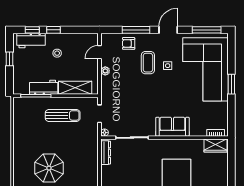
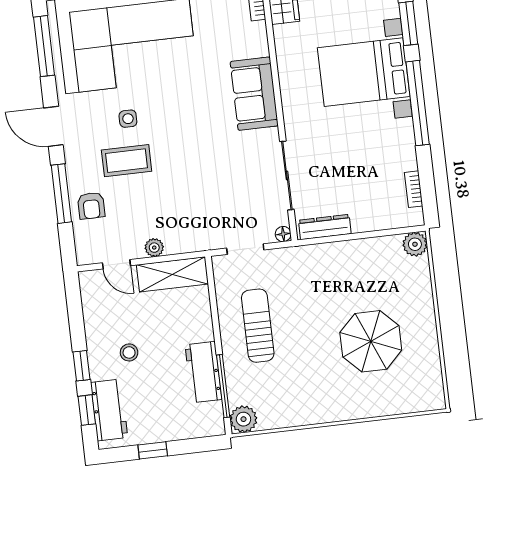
shelving: (75, 88) -> (172, 274), moved, turned 90
plant: (19, 104) -> (243, 419), added

